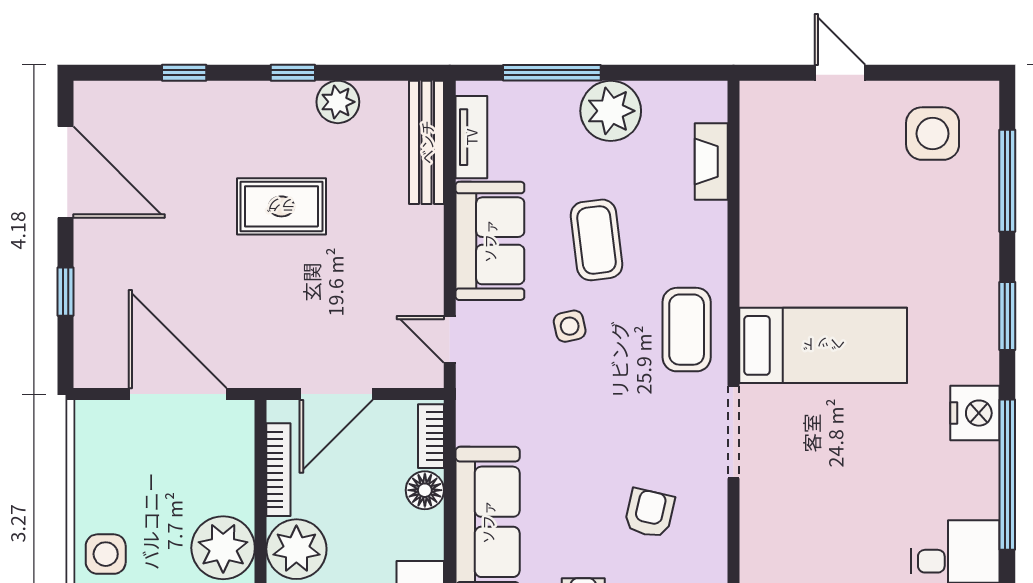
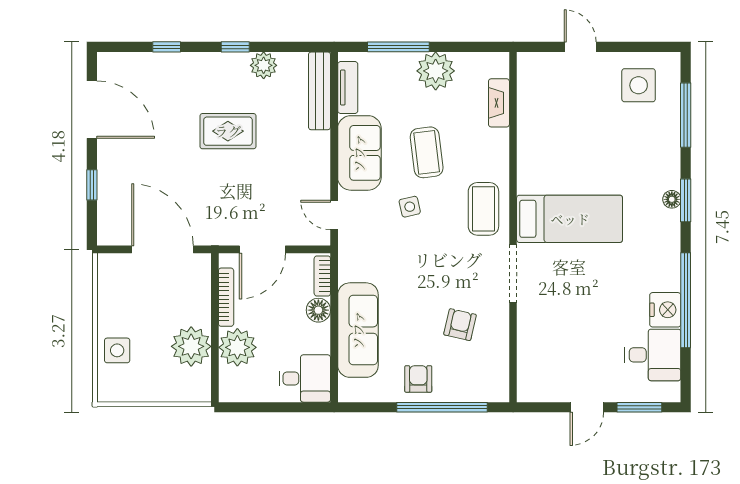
floor lamp: (985, 314) -> (672, 199), added
nightstand: (975, 413) -> (665, 310), moved

